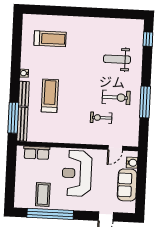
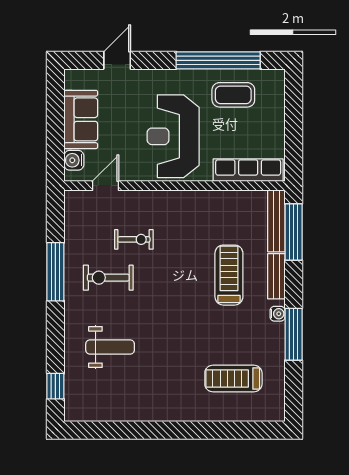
window: (16, 62) -> (294, 334), added
treadmill: (50, 96) -> (229, 275), turned 180
row of seats: (37, 153) -> (248, 170), width x1.48
reception desk: (77, 173) -> (173, 136), turned 180
coffee table: (43, 194) -> (233, 95), turned 90

